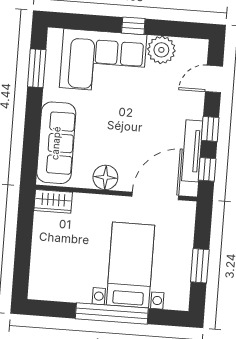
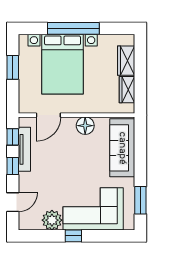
door: (155, 196) -> (48, 115), width x0.73
wardrobe: (53, 201) -> (127, 90), moved, turned -90
wardrobe: (42, 263) -> (126, 61), added
bed with nightstands: (131, 265) -> (63, 64), width x1.36

